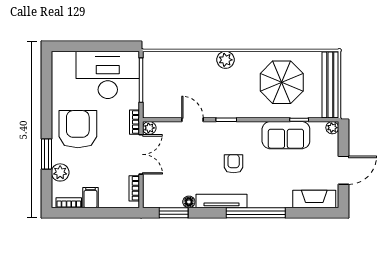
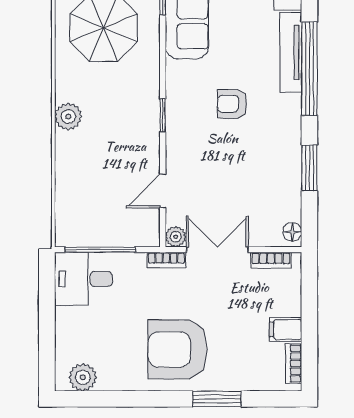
desk: (108, 75) -> (83, 279), width x0.53, depth x0.77
door: (193, 120) -> (163, 191), moved
plant: (60, 172) -> (83, 377), moved
tv unit: (222, 201) -> (291, 52), moved
floor lamp: (189, 202) -> (292, 232), moved
window: (174, 213) -> (309, 168), moved

